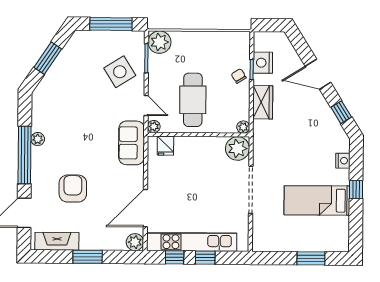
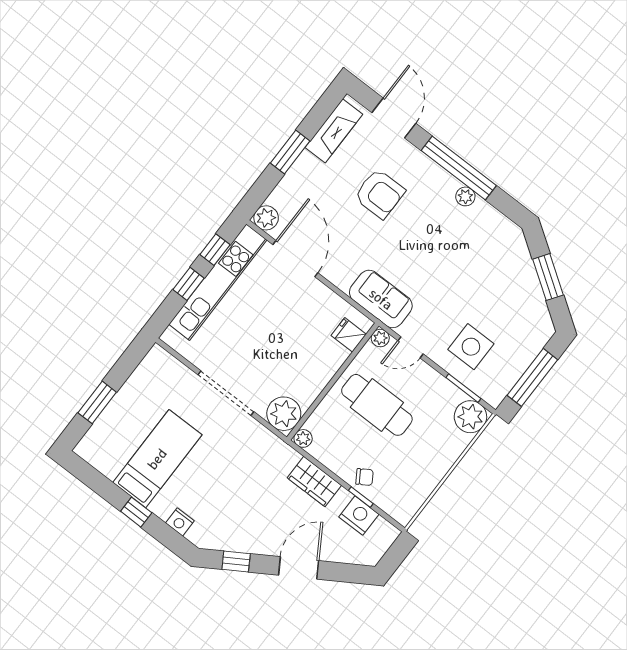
side table: (120, 72) -> (471, 347), turned 32

